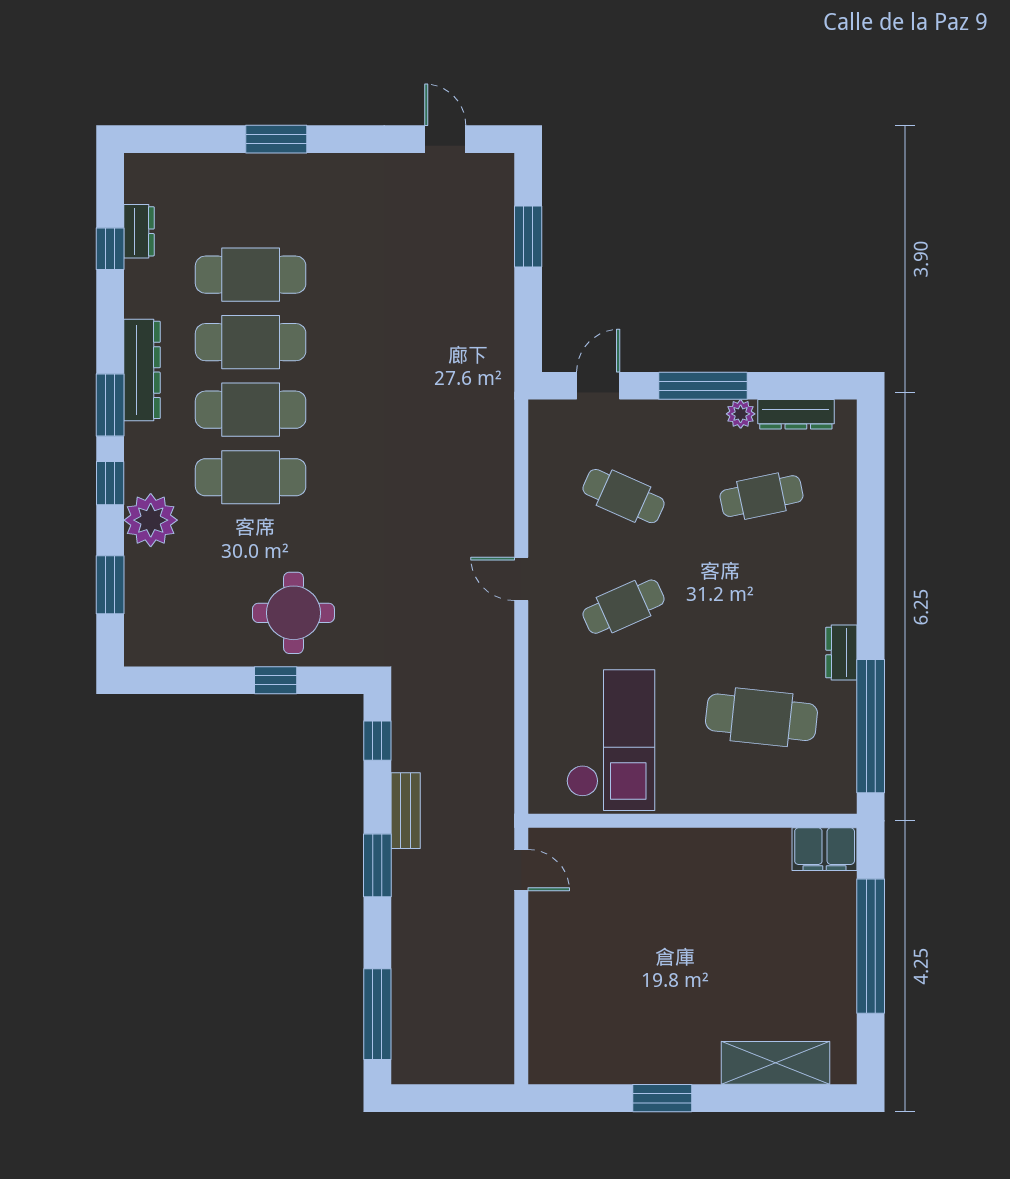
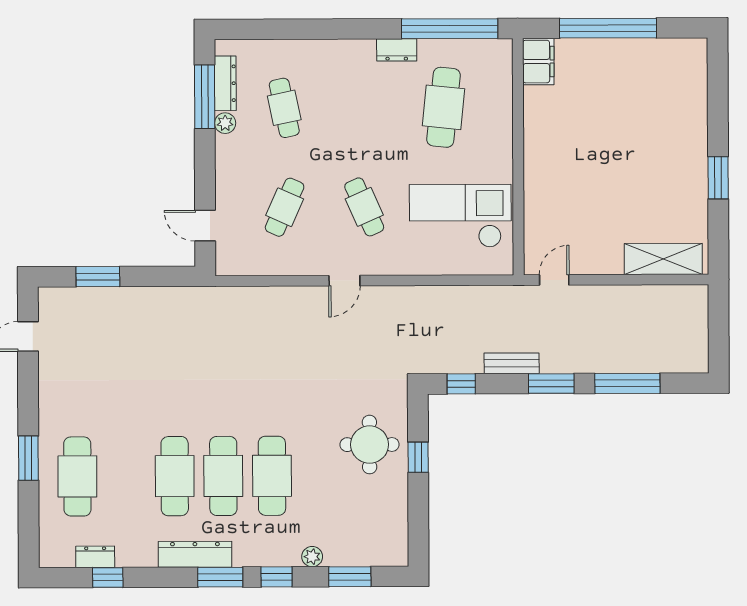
cafe table: (251, 275) -> (77, 476), moved
window: (703, 386) -> (205, 97), moved
plant: (151, 520) -> (312, 557), width x0.53, depth x0.53
window: (377, 1014) -> (627, 383), moved
shelving: (775, 1063) -> (663, 259), moved, turned 90

